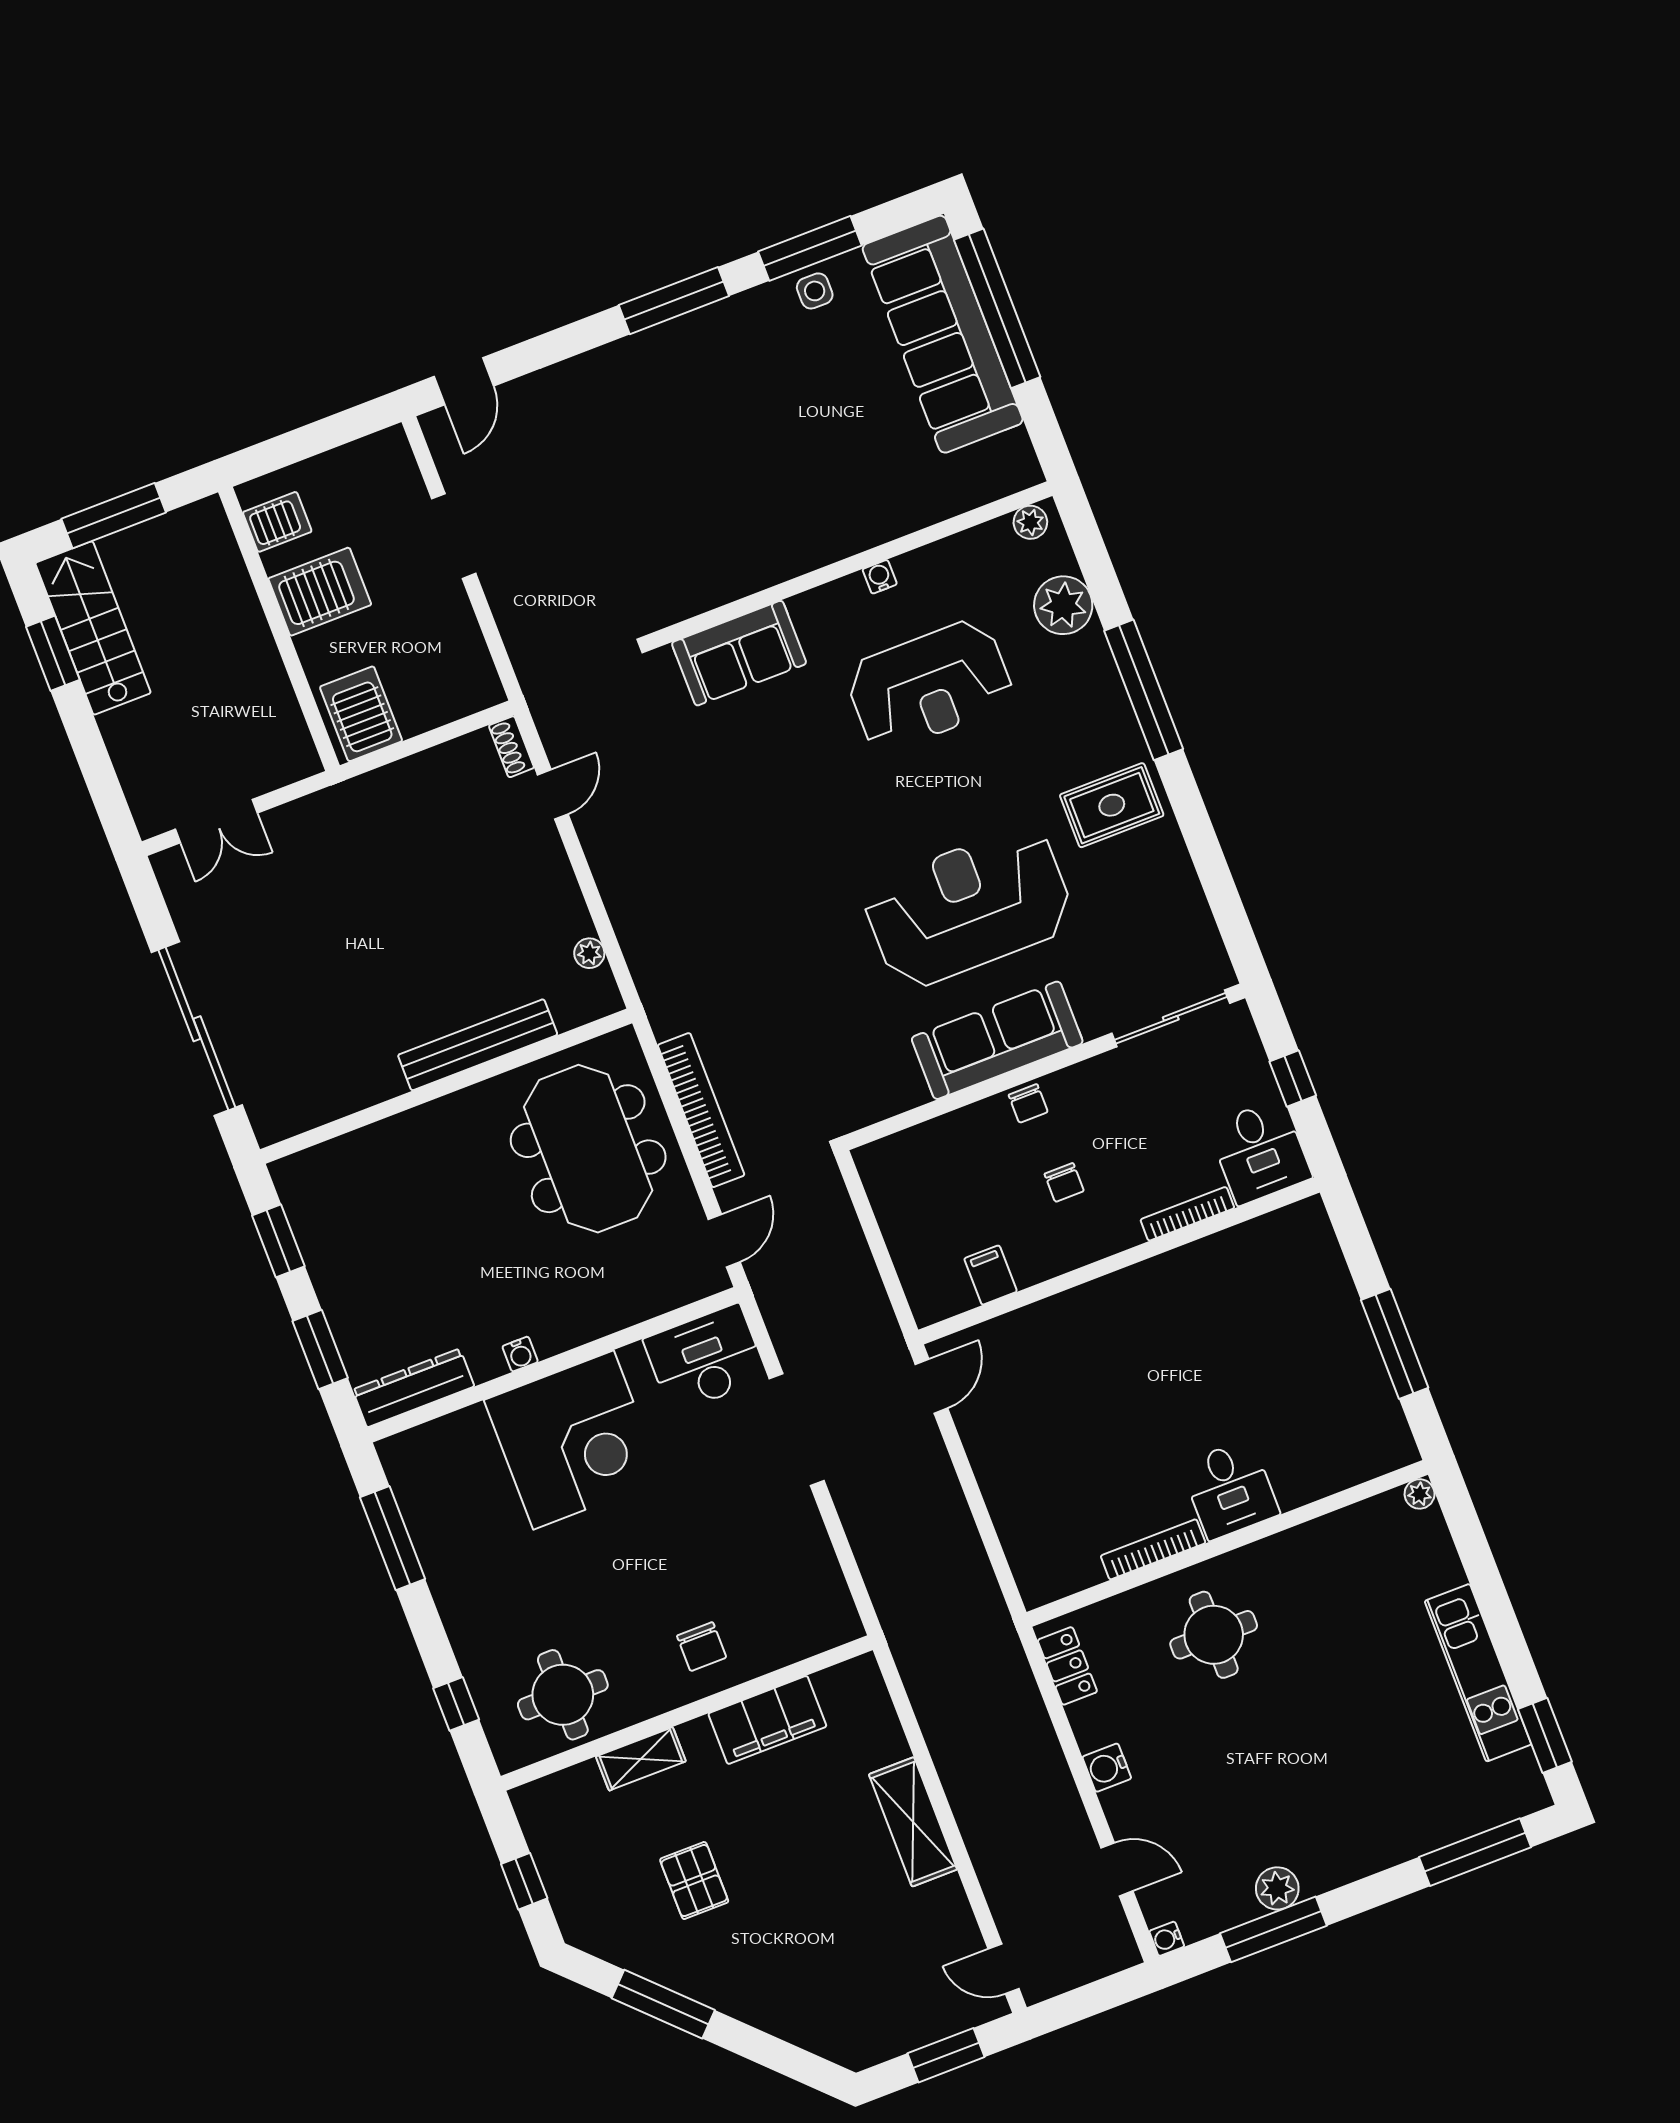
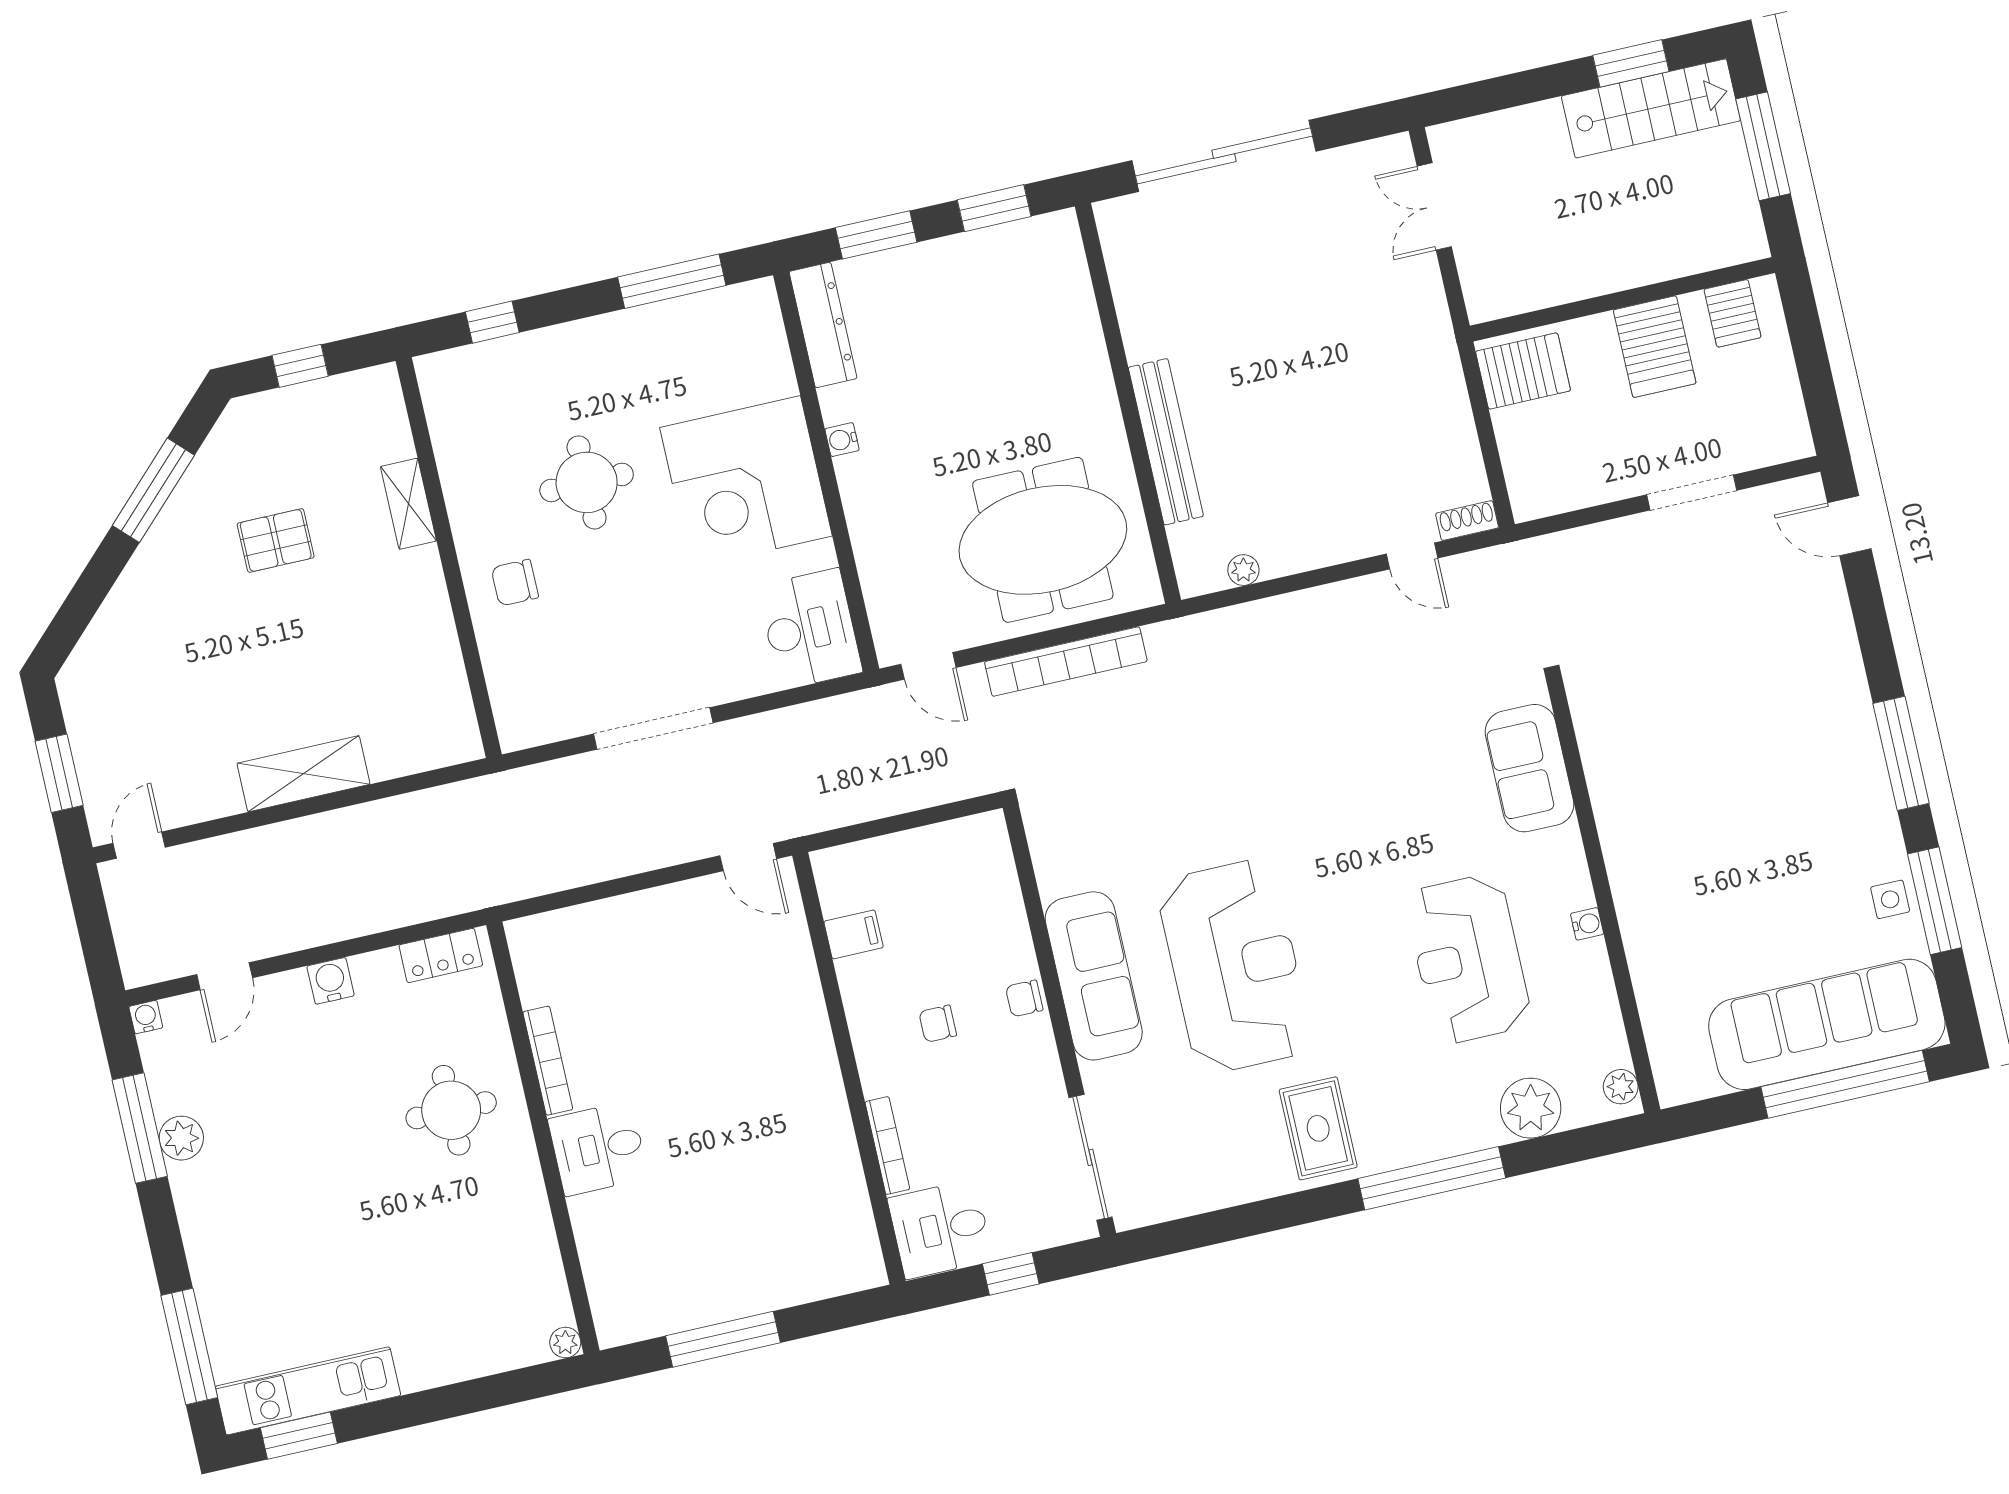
doorway: (797, 1430) -> (653, 728), moved
kitchen unit: (1478, 1673) -> (308, 1391), moved
round table: (563, 1695) -> (587, 482), moved
filing cabinet: (767, 1720) -> (430, 639), removed

